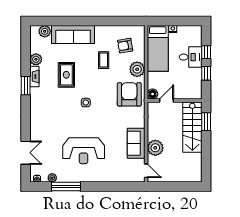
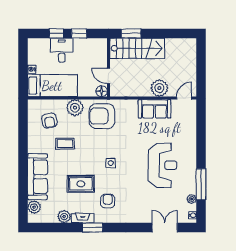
armchair: (50, 100) -> (108, 201), added

